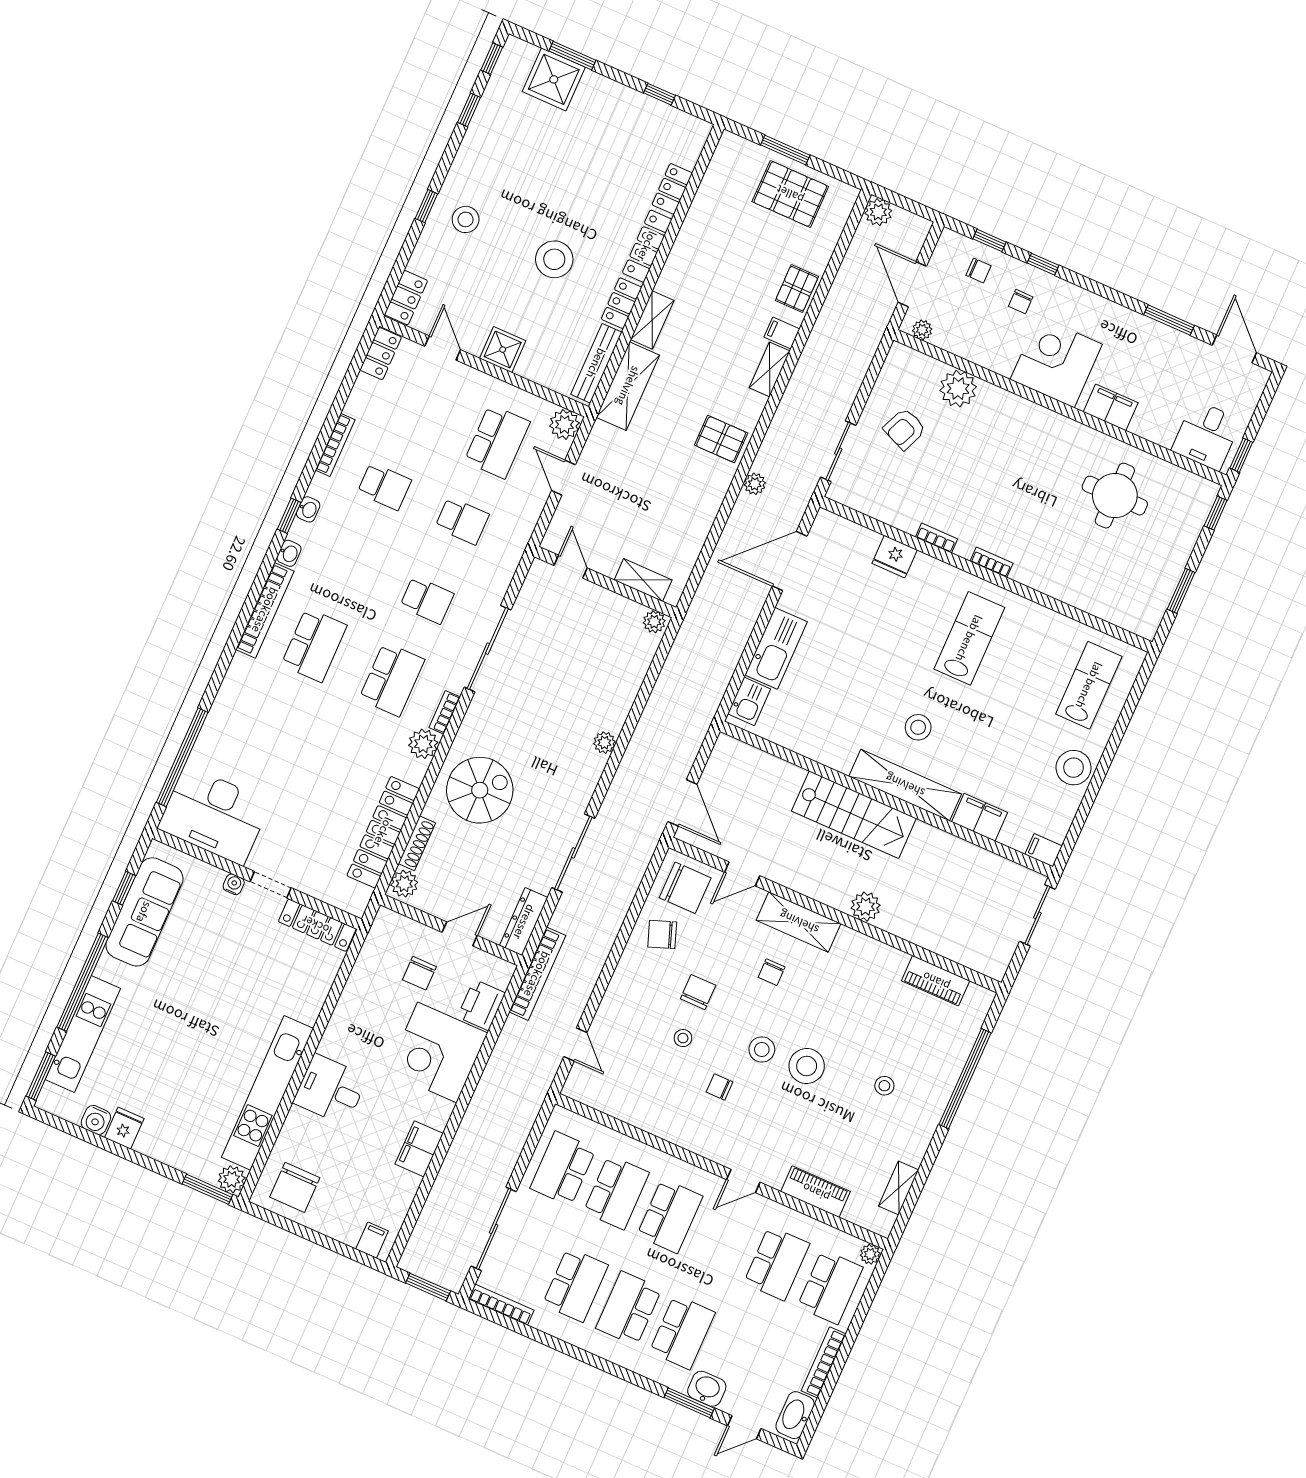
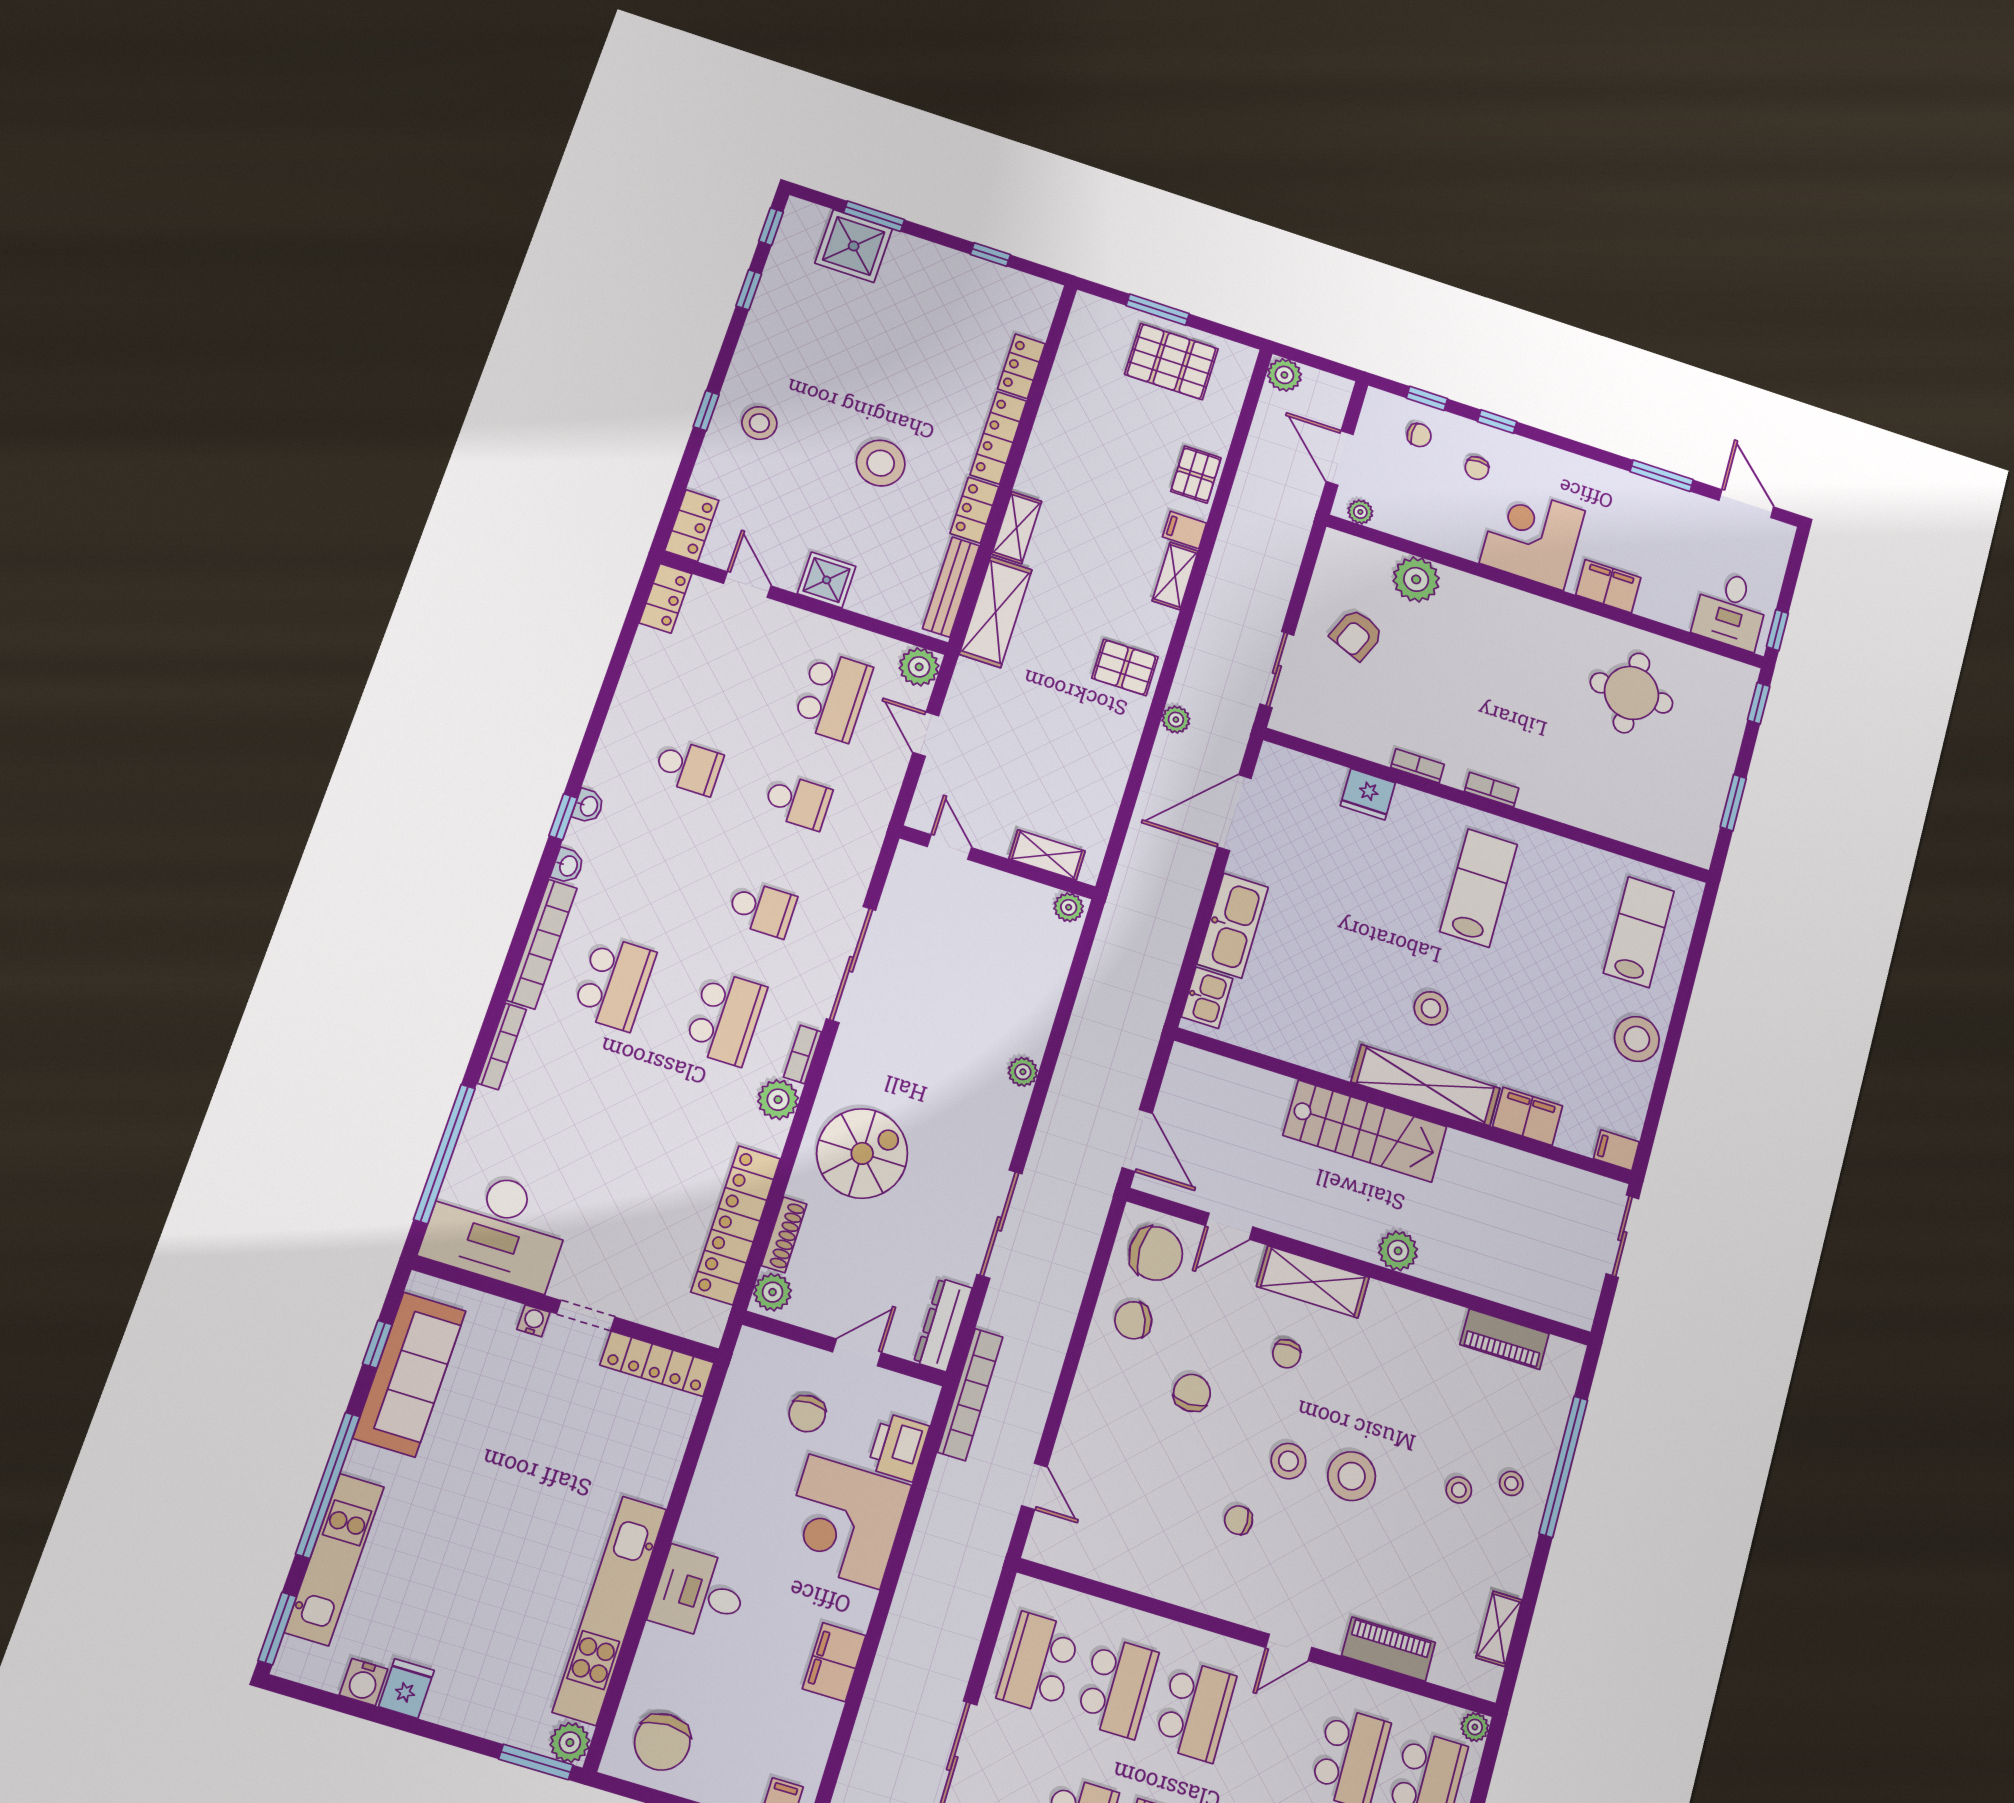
bookcase: (335, 445) -> (502, 1046), moved
stool: (683, 1038) -> (1511, 1483), moved

